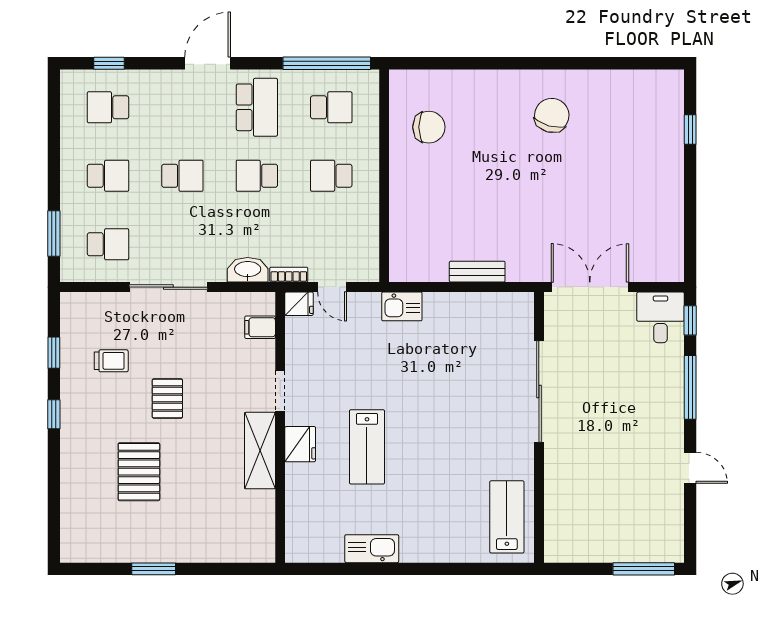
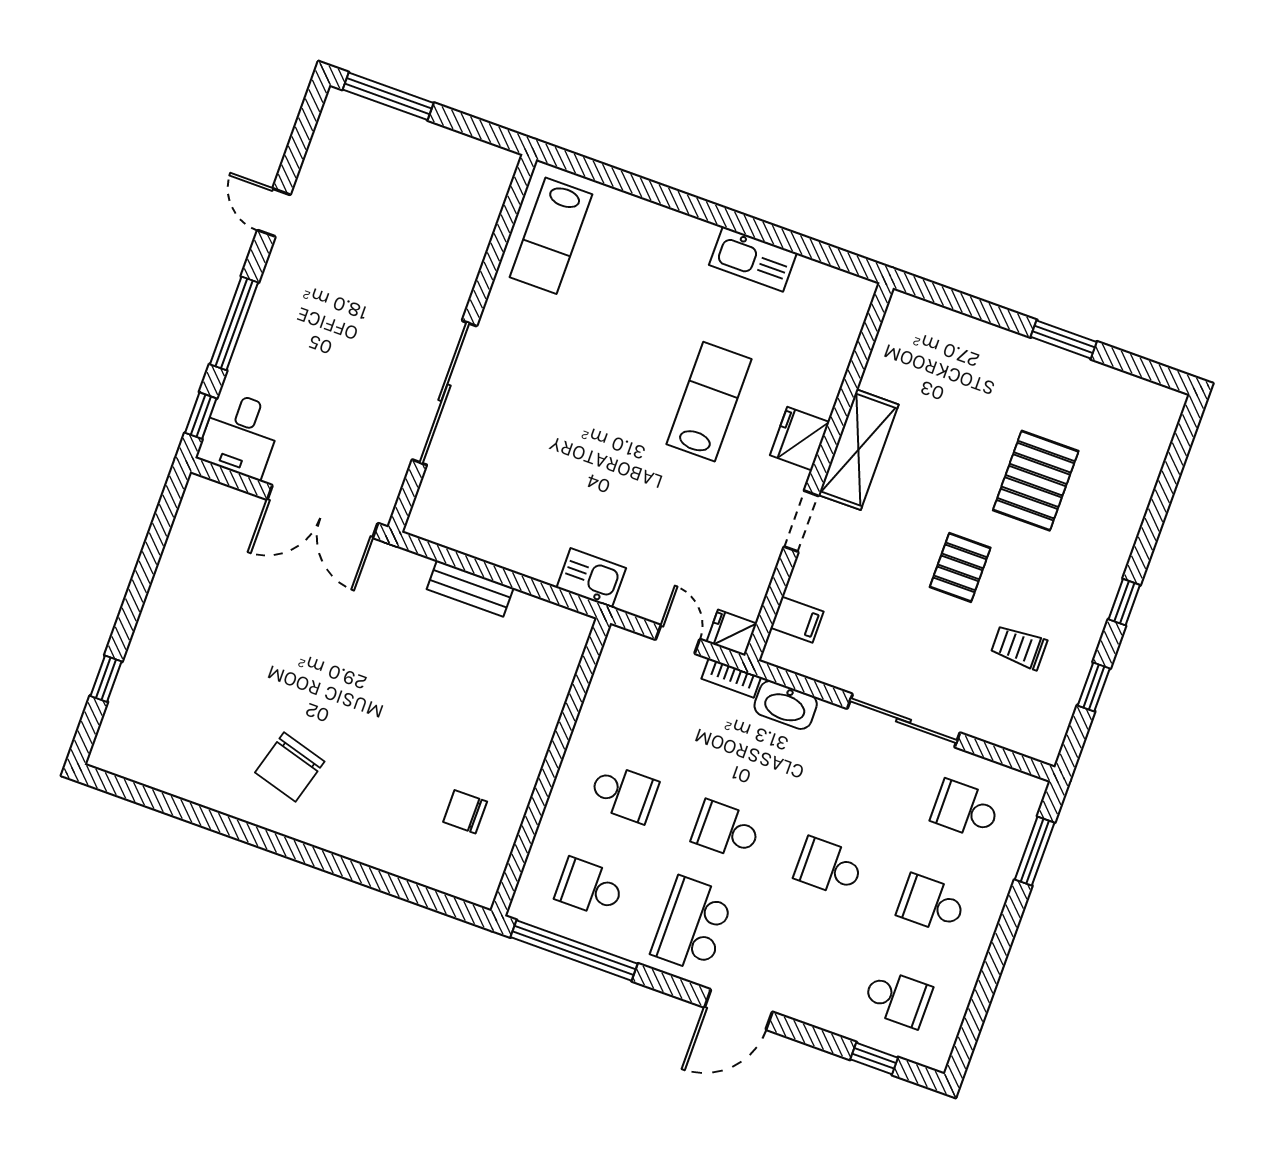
chair: (429, 127) -> (465, 812), width x0.73, depth x0.73
school desk: (257, 176) -> (726, 830), turned 180

